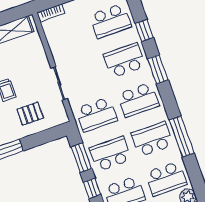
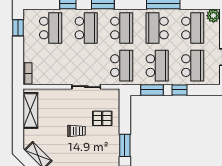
school desk: (124, 60) -> (86, 28), turned 180
pallet: (30, 114) -> (102, 118), turned 90
school desk: (110, 154) -> (157, 66), turned 180

